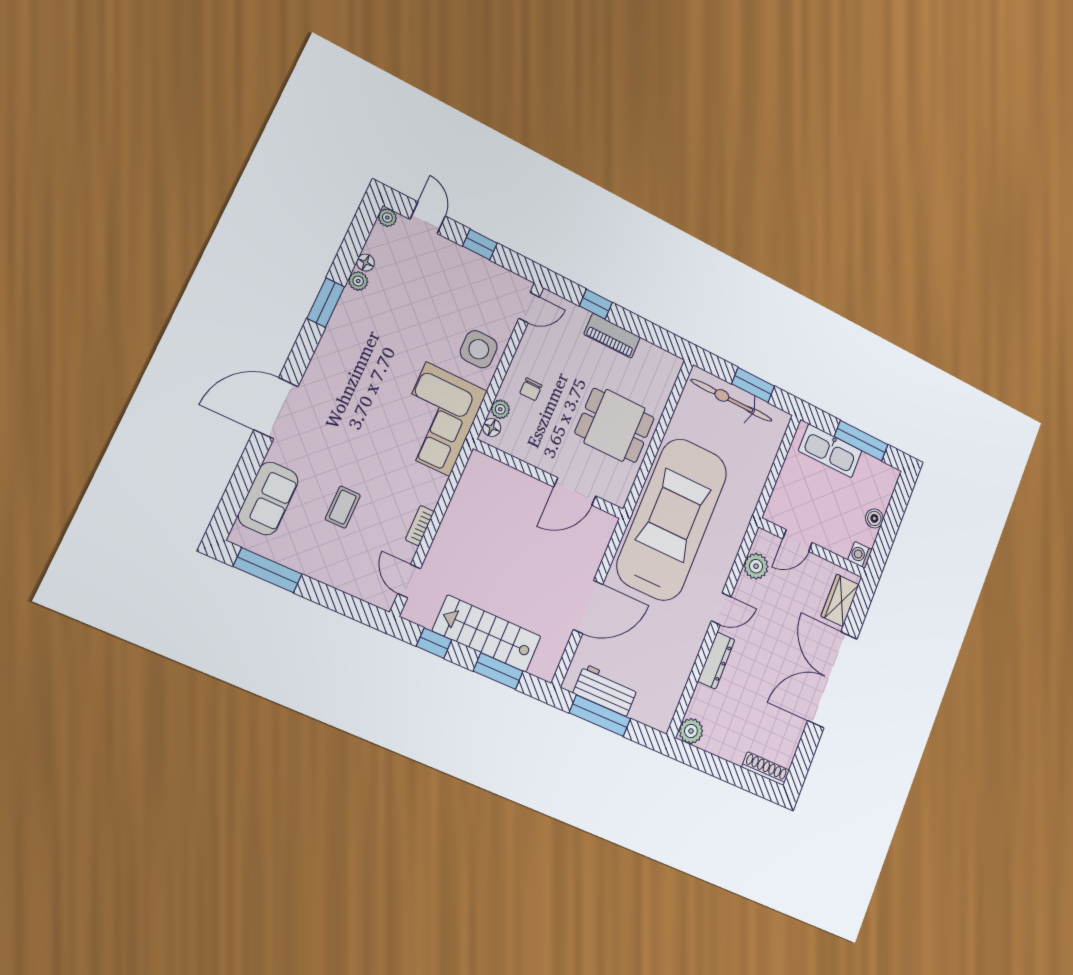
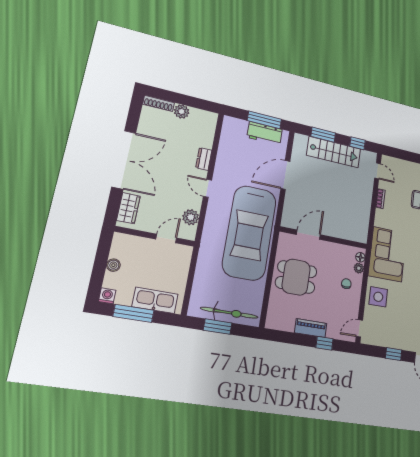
washing machine: (860, 555) -> (107, 296), moved, turned -90
door: (721, 609) -> (207, 188), hinge flipped
dresser: (716, 660) -> (204, 159), width x0.70
plant: (691, 731) -> (182, 111), moved

